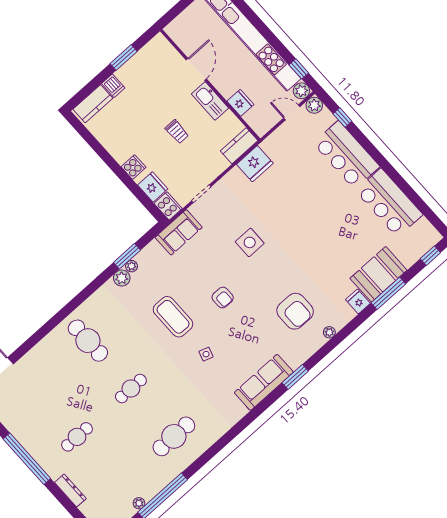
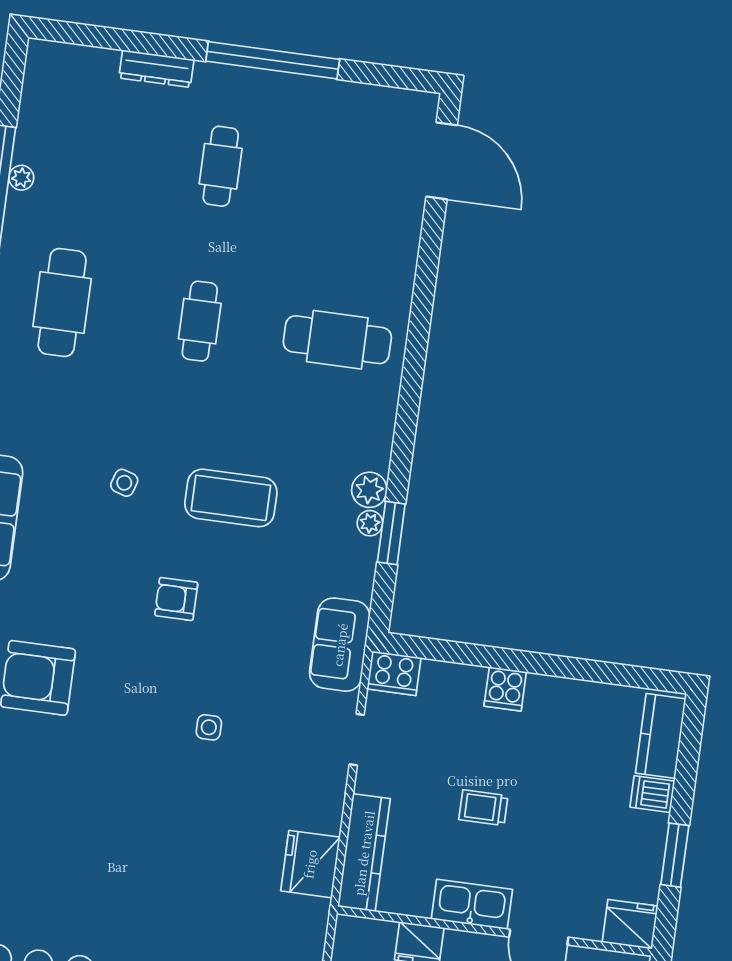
kitchen counter: (239, 146) -> (364, 853), width x1.50
fridge: (153, 187) -> (630, 924), moved, turned 180
side table: (250, 242) -> (209, 727), width x0.54, depth x0.54
plant: (139, 503) -> (21, 178), moved

